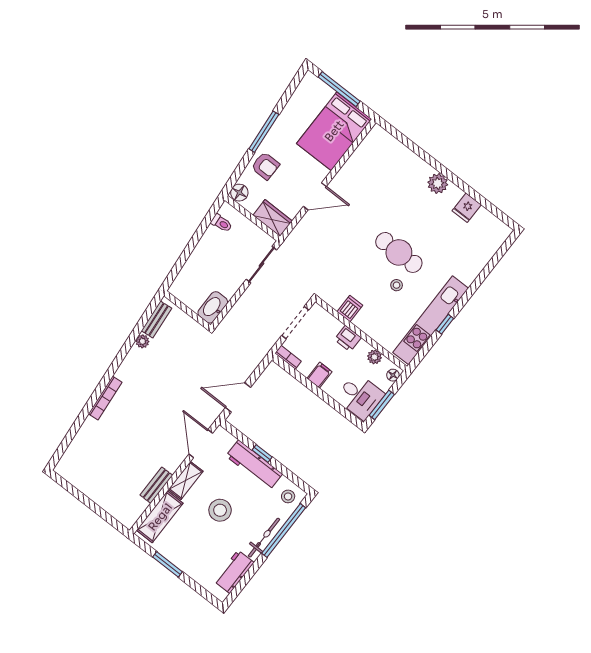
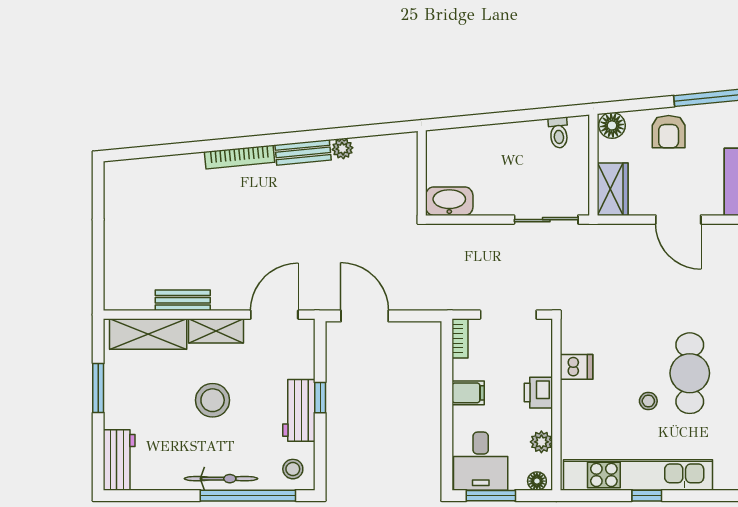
bench: (156, 319) -> (303, 152), moved
workbench: (254, 465) -> (299, 410), width x0.73
workbench: (234, 572) -> (119, 460), moved, turned 90

